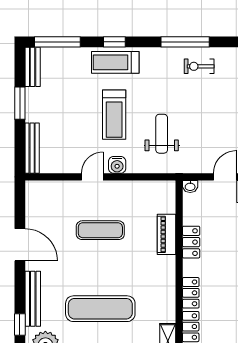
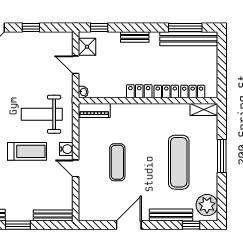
weight bench: (162, 134) -> (42, 114), width x1.36, depth x1.33
piano: (167, 234) -> (94, 110), moved
locker: (191, 242) -> (139, 91), moved

